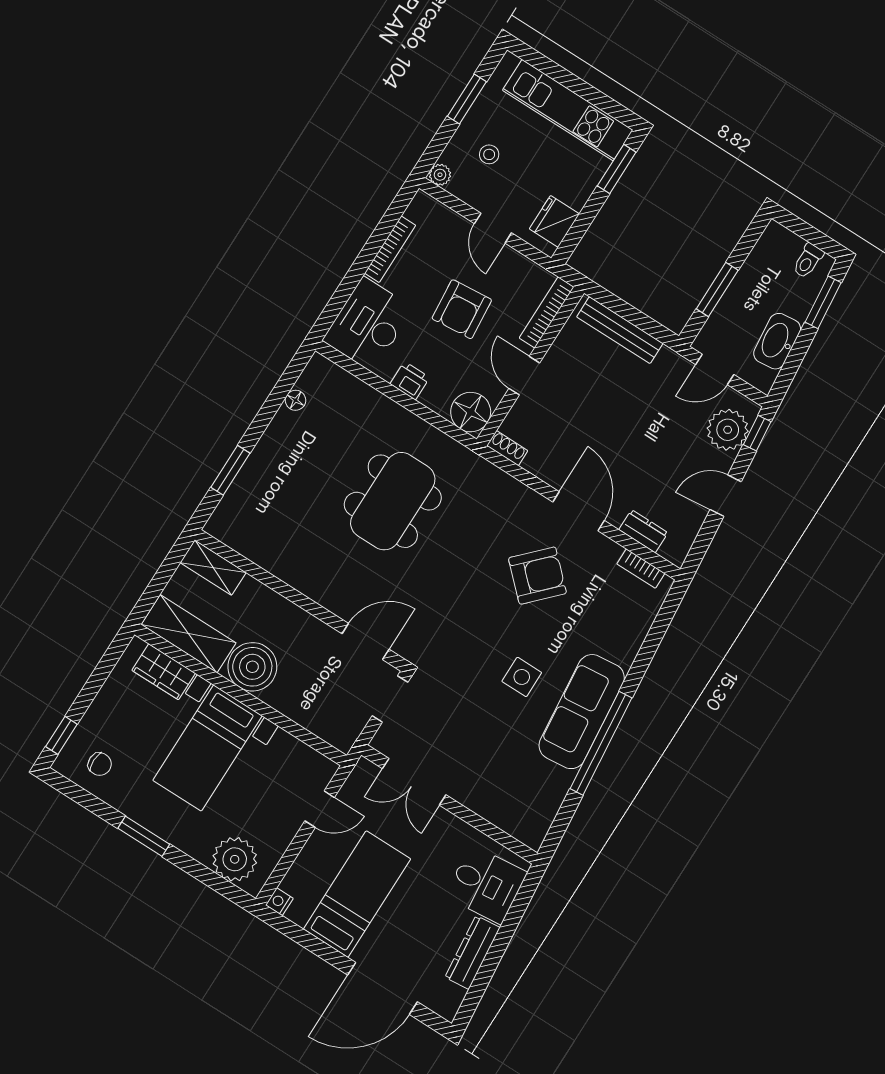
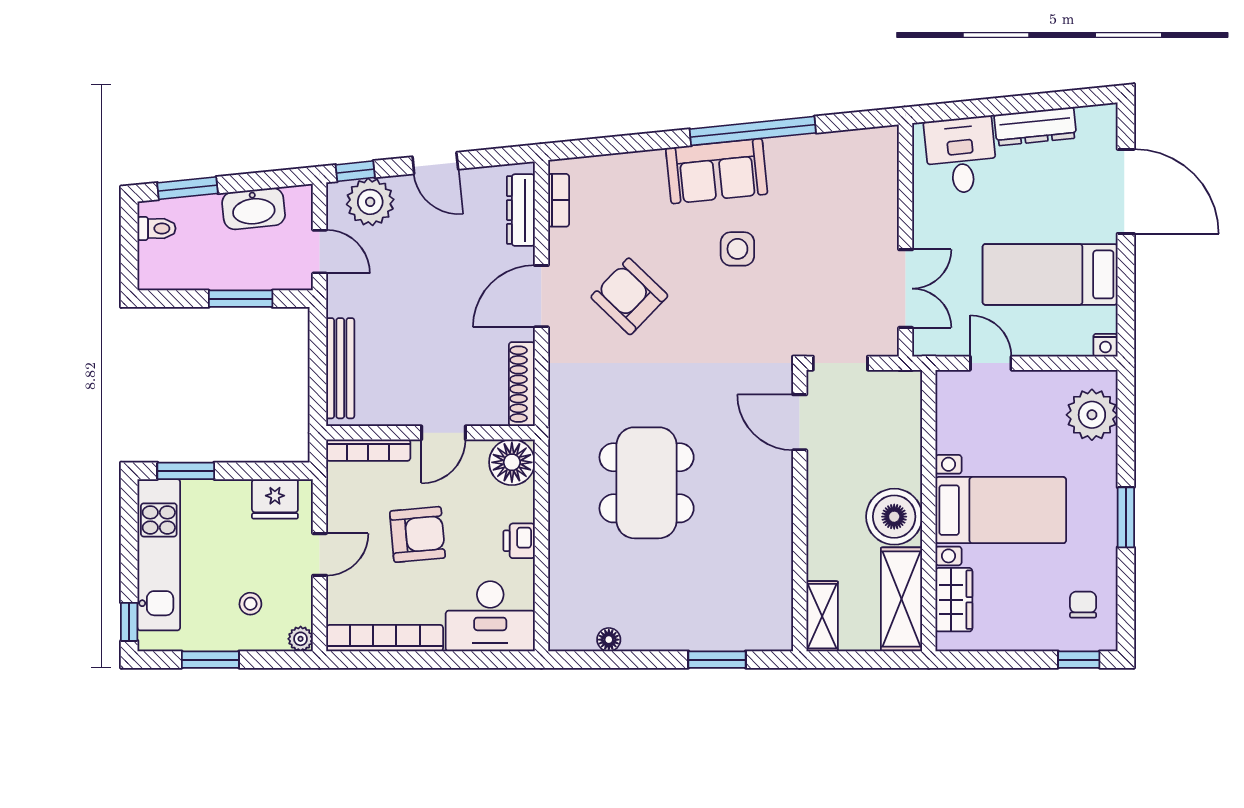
window: (532, 57) -> (129, 622), added
bookcase: (390, 249) -> (385, 638), width x1.48, depth x1.31
shoe rack: (507, 448) -> (522, 384), width x1.94, depth x1.24
dining table: (393, 501) -> (647, 483), turned 90
dresser: (643, 531) -> (521, 210), width x1.44
sofa: (582, 712) -> (717, 171), width x0.73

